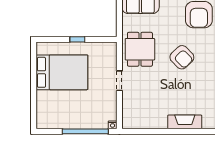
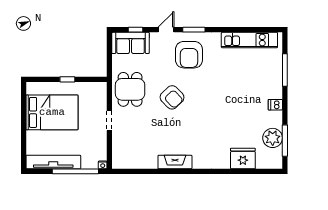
tv unit: (63, 122) -> (53, 162), added

